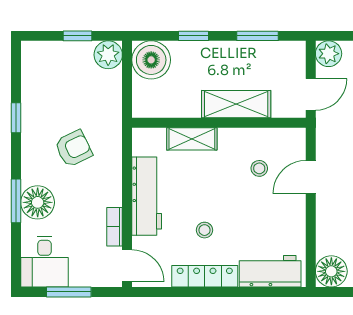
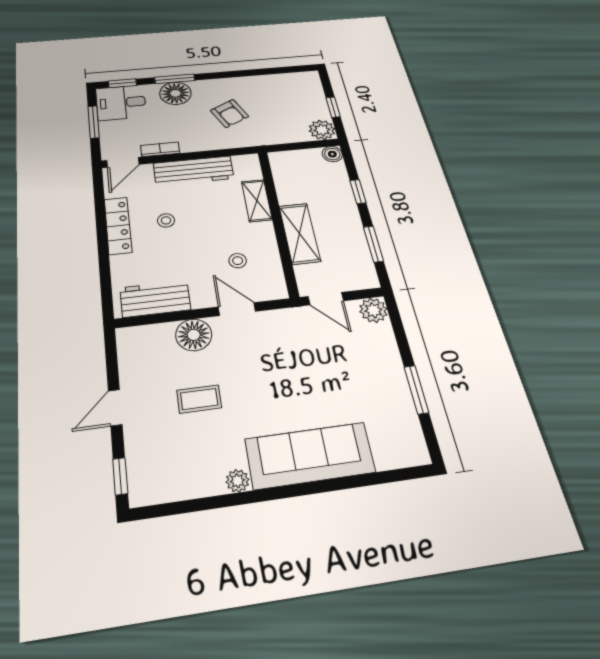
boiler: (151, 60) -> (332, 154), width x0.54, depth x0.54
window: (16, 118) -> (122, 83), moved
workbench: (270, 271) -> (155, 299), moved, turned -90
floor lamp: (331, 271) -> (194, 335), moved

